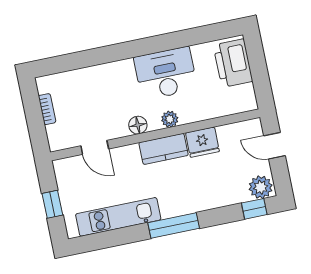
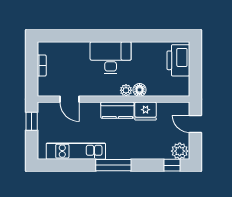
desk: (166, 73) -> (111, 58), moved
floor lamp: (138, 125) -> (140, 90), moved
window: (52, 204) -> (32, 121), moved

